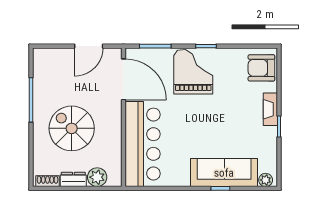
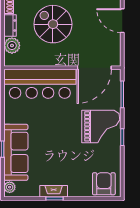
door: (89, 46) -> (122, 21), moved
fireplace: (270, 109) -> (54, 191), moved
spiral stairs: (72, 128) -> (53, 24), turned -90

